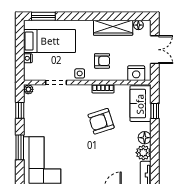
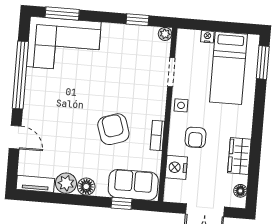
wardrobe: (113, 28) -> (239, 156), width x0.67
nightstand: (136, 73) -> (176, 167), moved
window: (20, 147) -> (62, 13), moved

